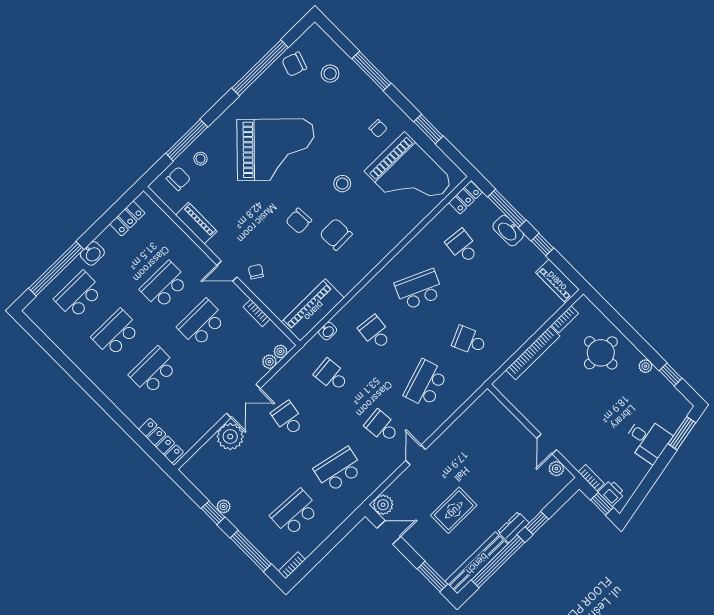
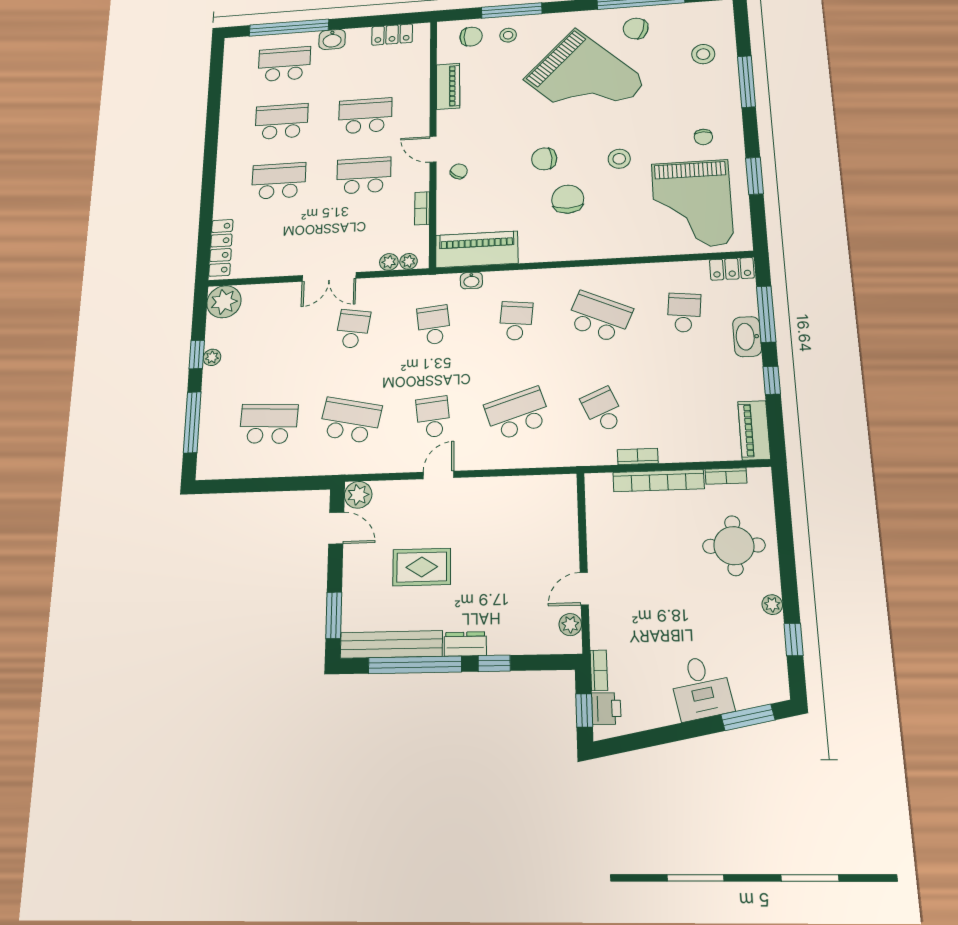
chair: (294, 64) -> (636, 29), moved
plant: (230, 437) -> (224, 302), moved
bookcase: (292, 565) -> (638, 457), moved

